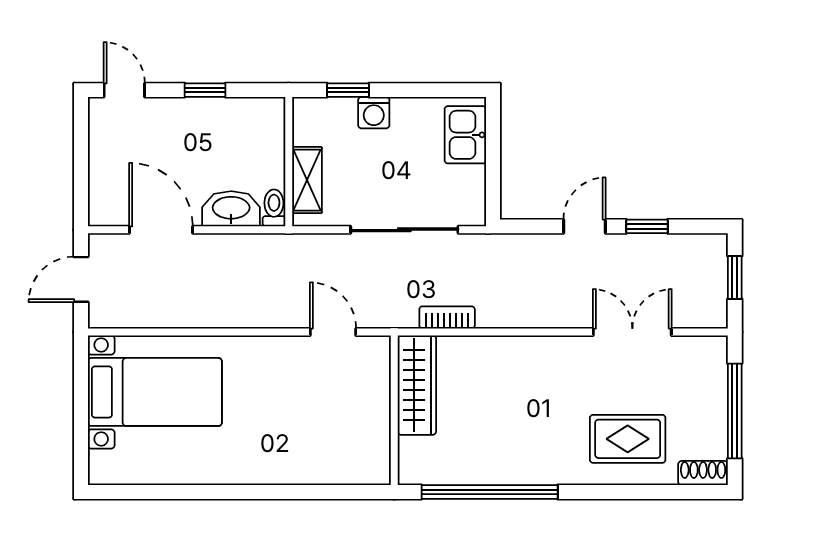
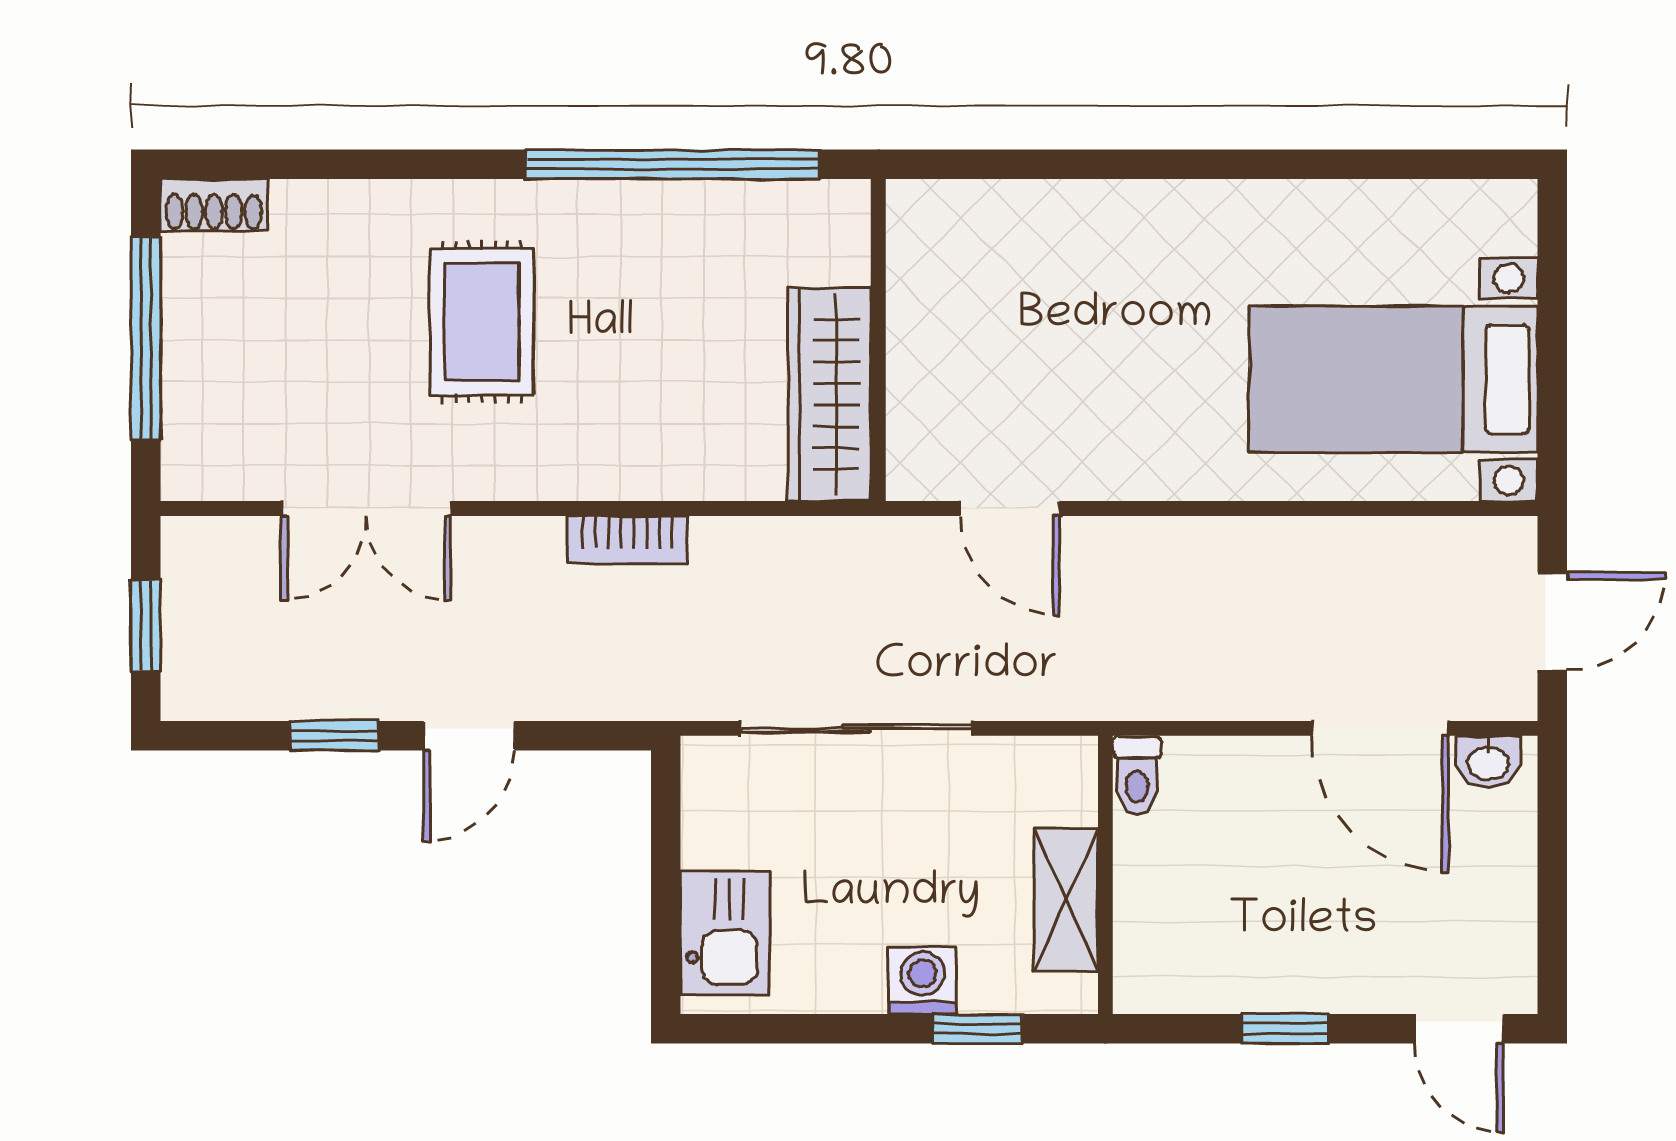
shelving: (307, 180) -> (1066, 900), moved
washbasin: (231, 209) -> (1488, 762), moved, width x0.52, depth x0.69
bookcase: (447, 317) -> (628, 540), moved
rug: (628, 439) -> (482, 322), moved, turned 90

